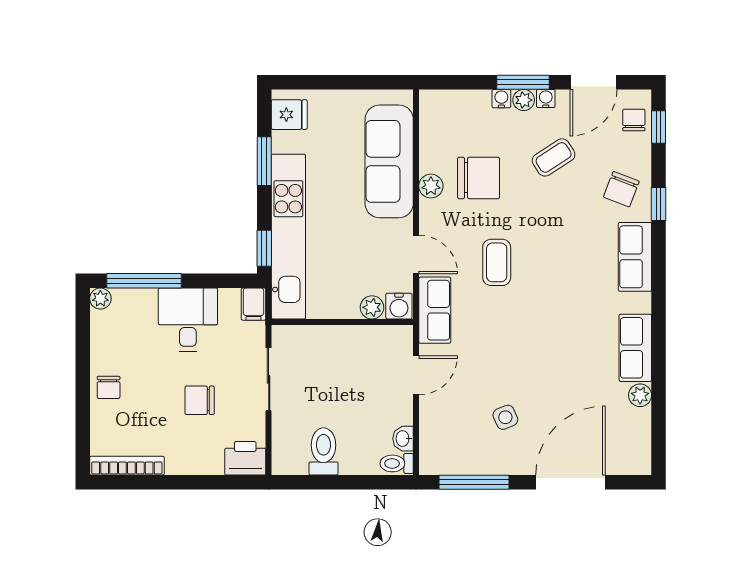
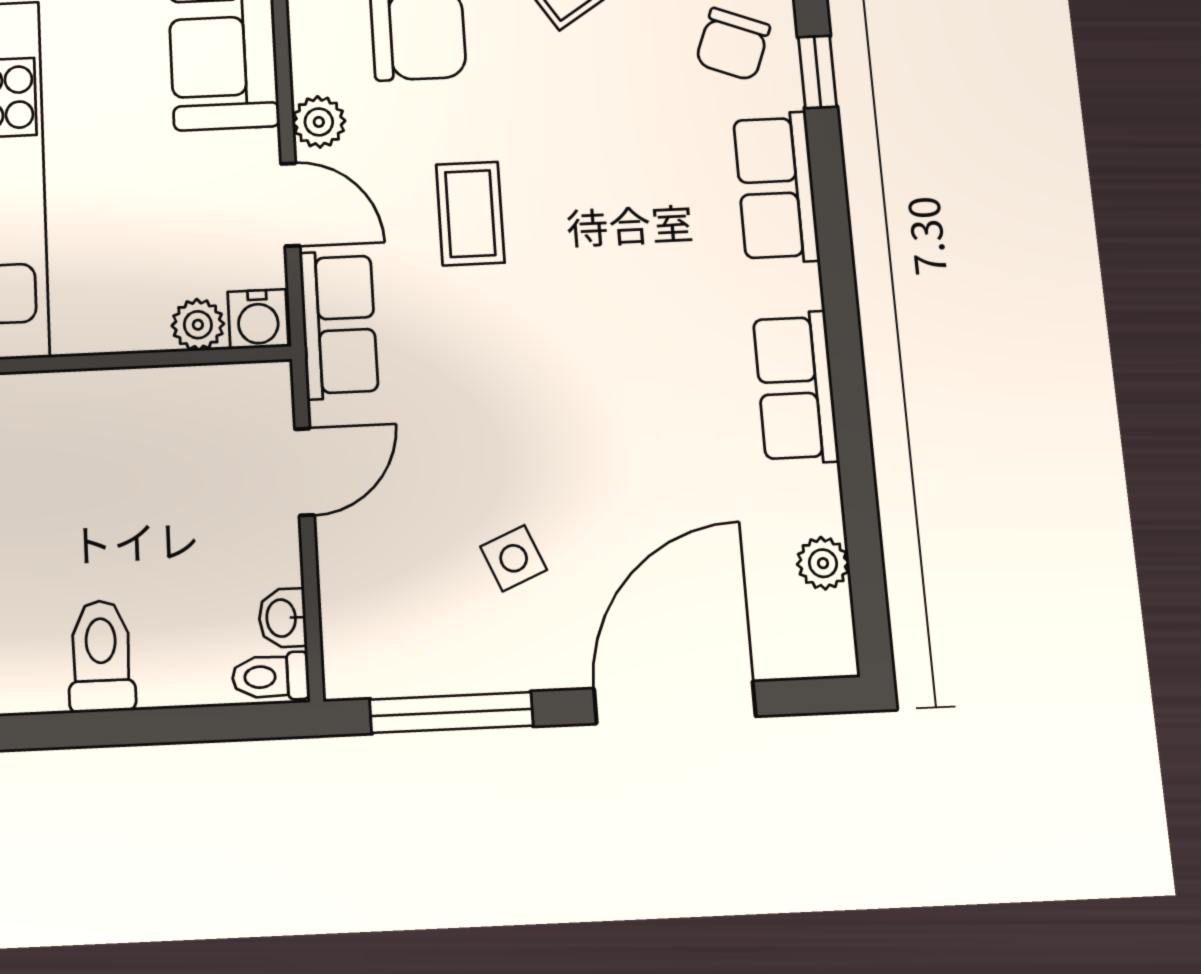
plant: (431, 186) -> (319, 122), moved
plant: (640, 395) -> (823, 563), moved

